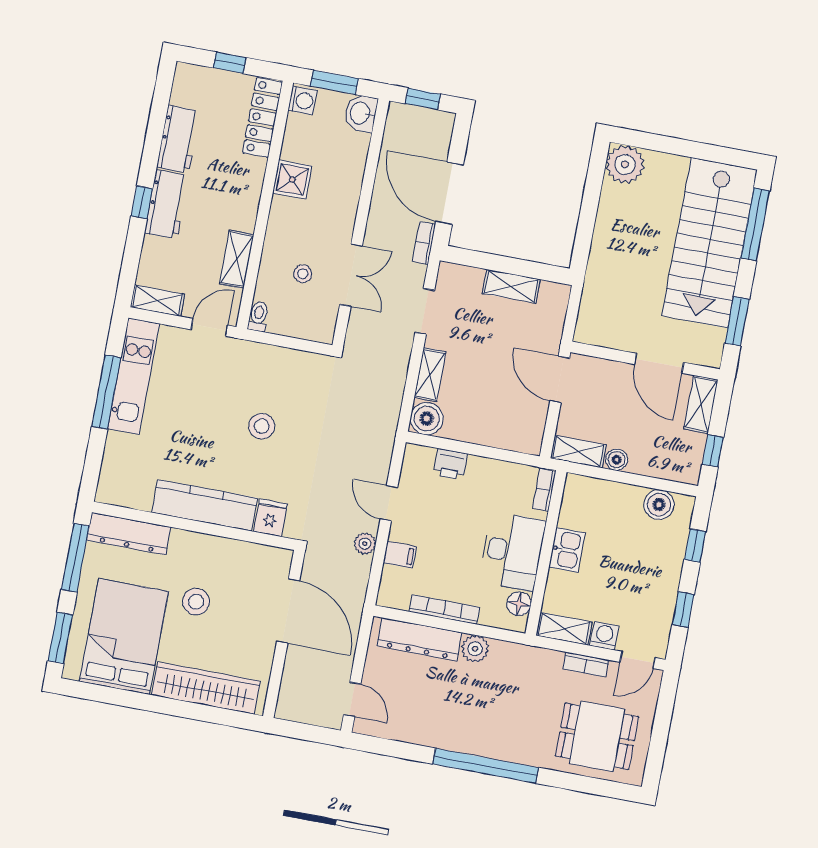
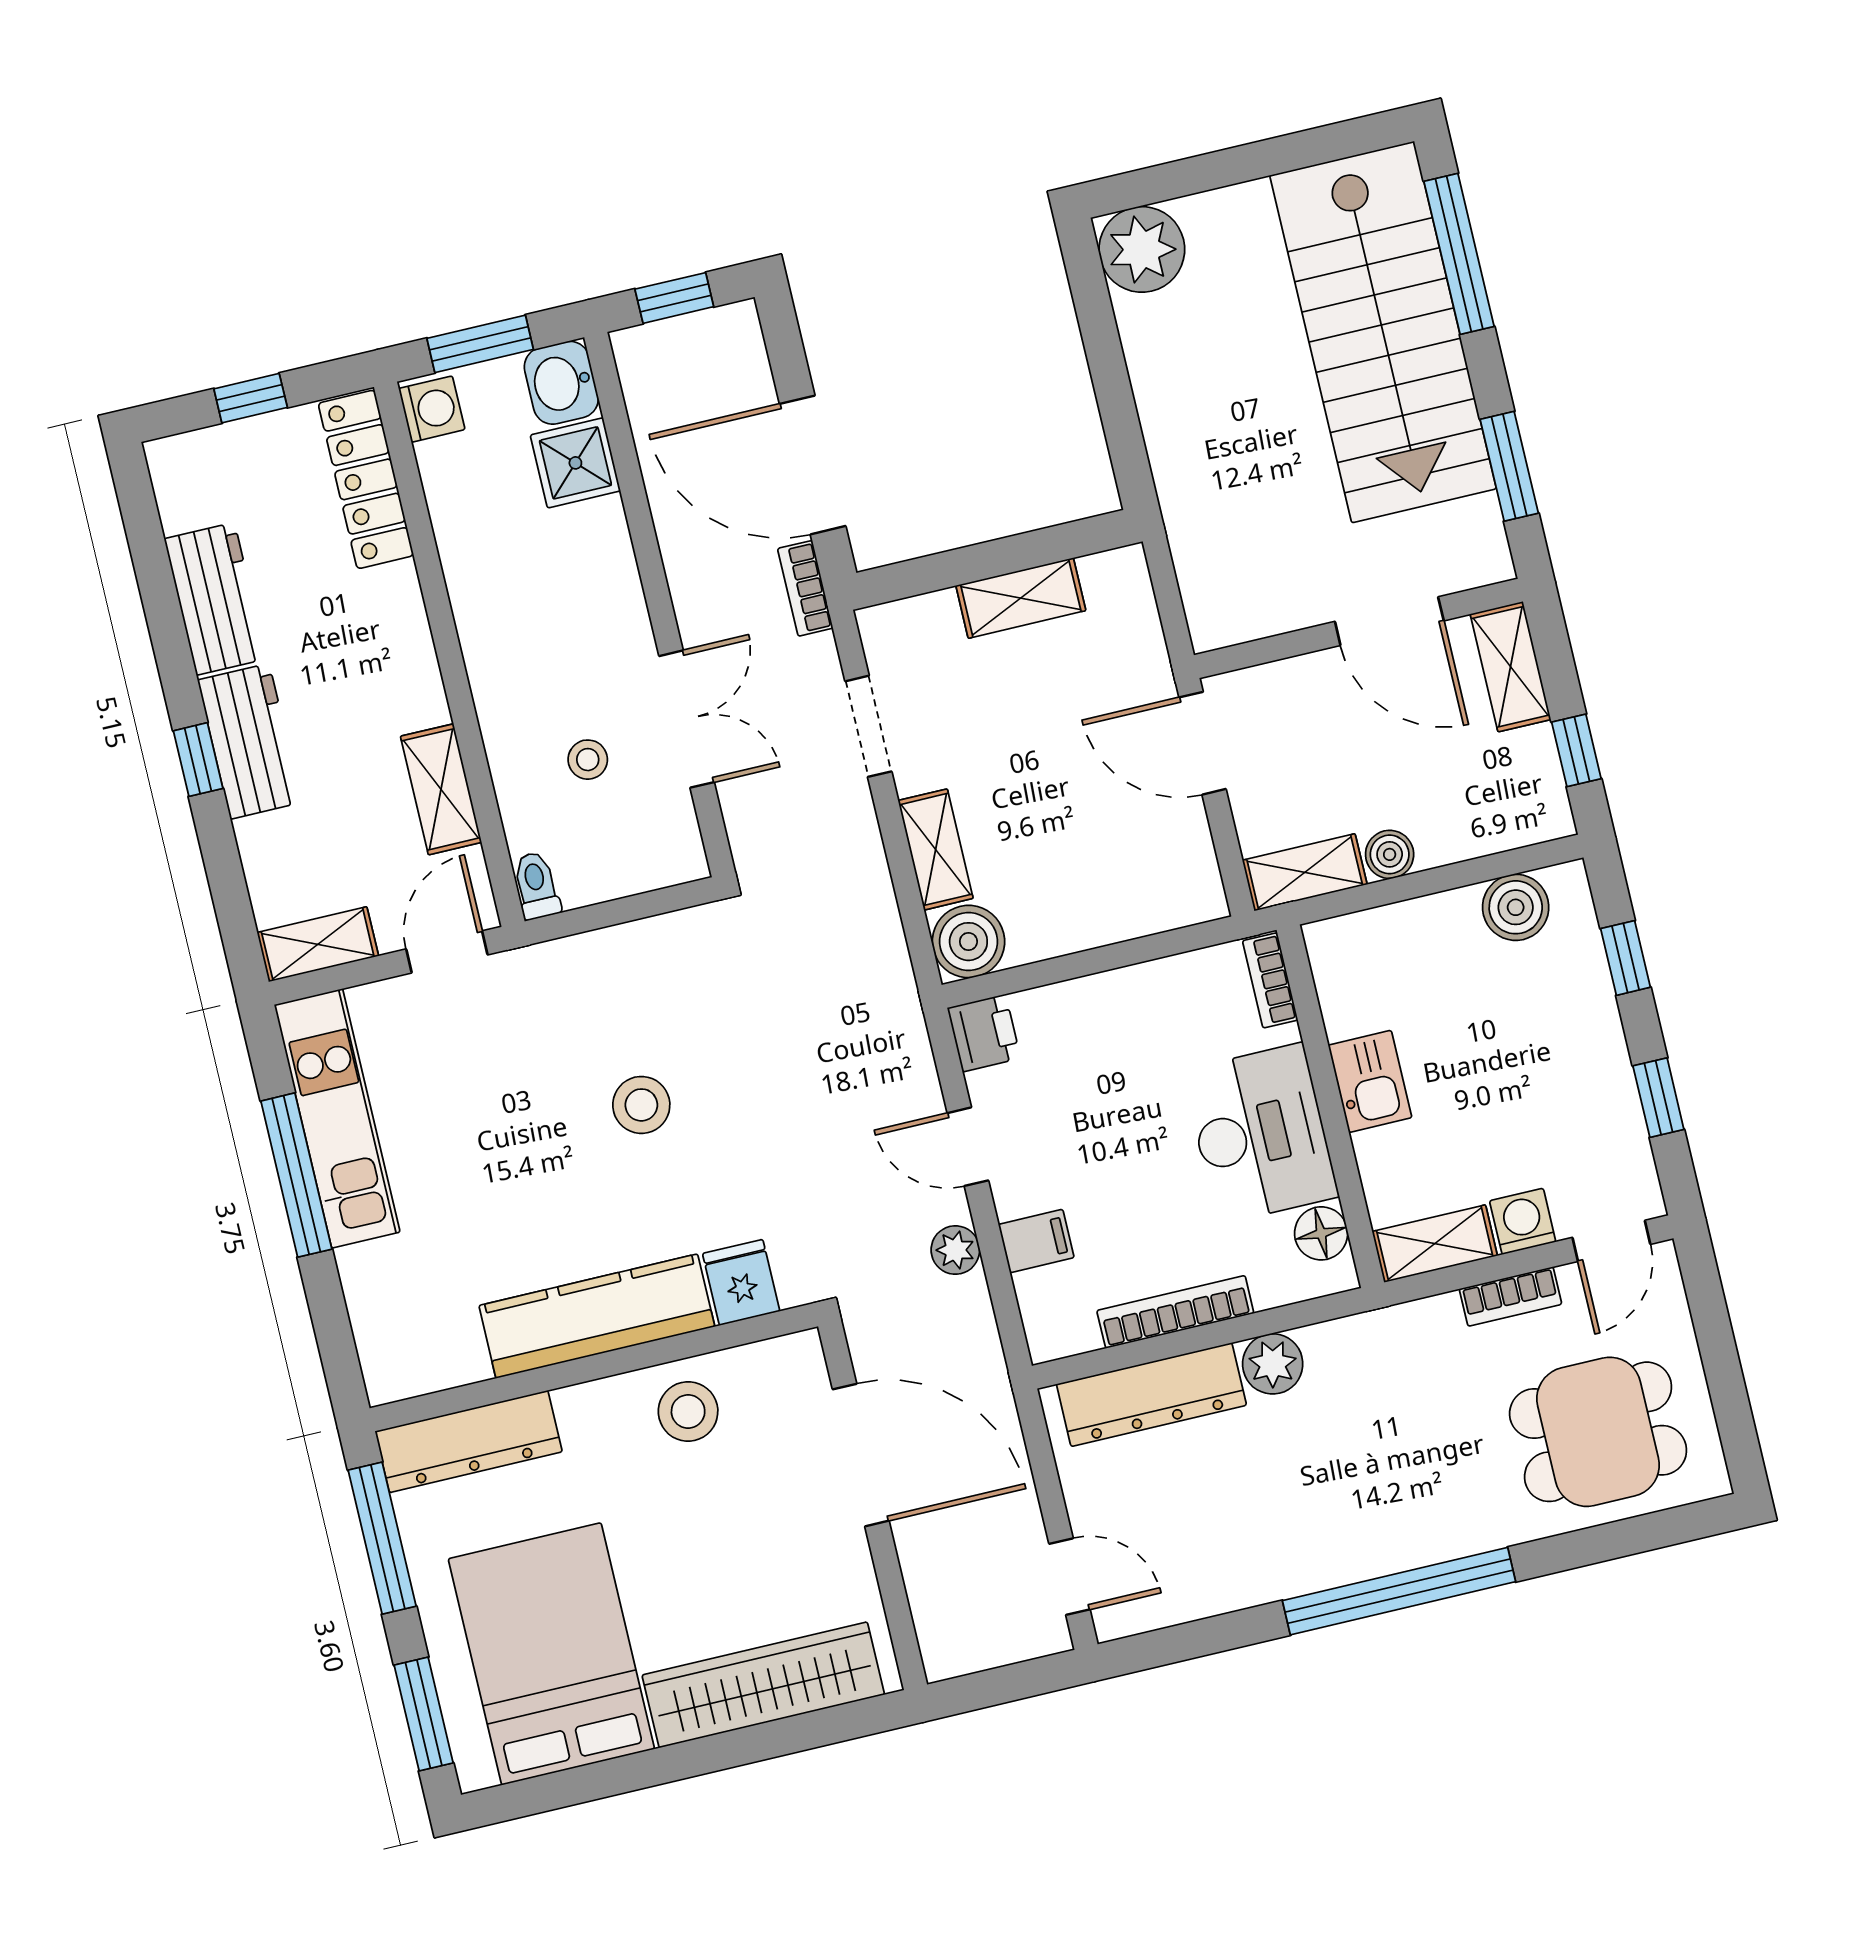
shower: (292, 180) -> (575, 463), moved
printer: (450, 464) -> (984, 1033), moved, turned -90
stool: (196, 602) -> (688, 1411), moved

